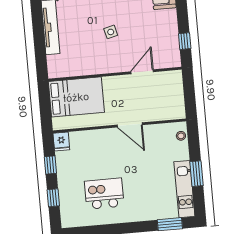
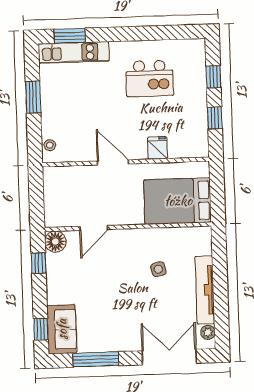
side table: (111, 32) -> (158, 269), moved
floor lamp: (172, 59) -> (55, 242), added
fridge: (61, 141) -> (158, 148), moved
kitchen unit: (184, 189) -> (74, 52), moved, turned 90

